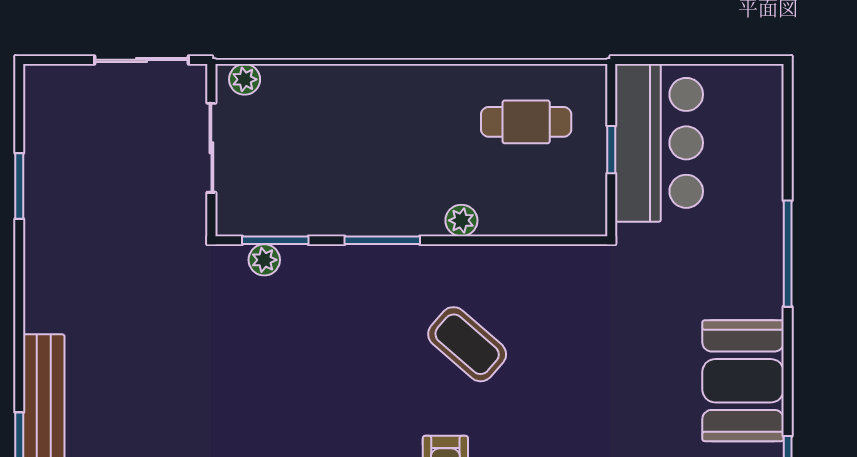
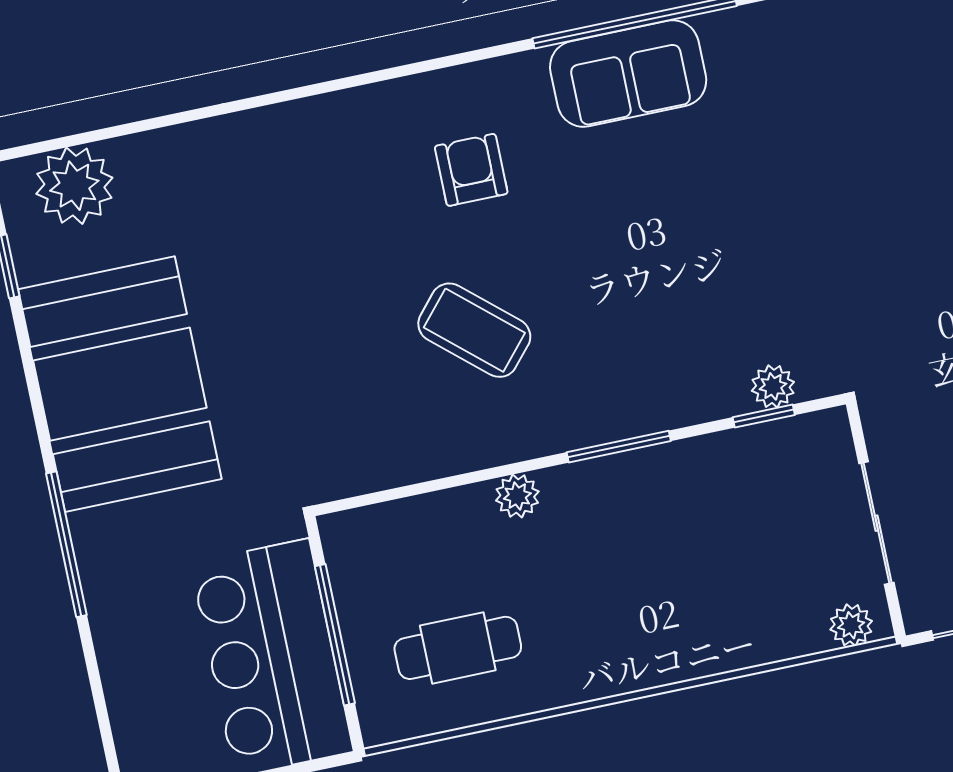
window: (611, 150) -> (335, 635), width x2.17
window: (275, 240) -> (764, 416), width x0.67
booth: (743, 381) -> (120, 384), width x1.36, depth x1.42

